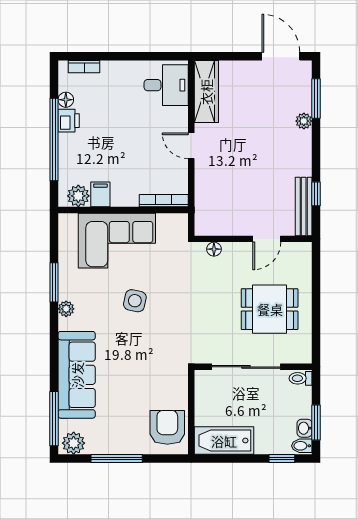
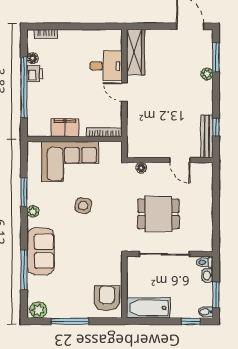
desk: (166, 85) -> (106, 66), moved
filing cabinet: (100, 194) -> (65, 128), width x2.00
plant: (78, 196) -> (42, 129), removed
door: (267, 239) -> (180, 160), hinge flipped
dining table: (270, 309) -> (158, 214), moved
sofa: (77, 375) -> (41, 251), width x0.73
window: (54, 419) -> (24, 270), moved
washbasin: (305, 428) -> (208, 275), moved

